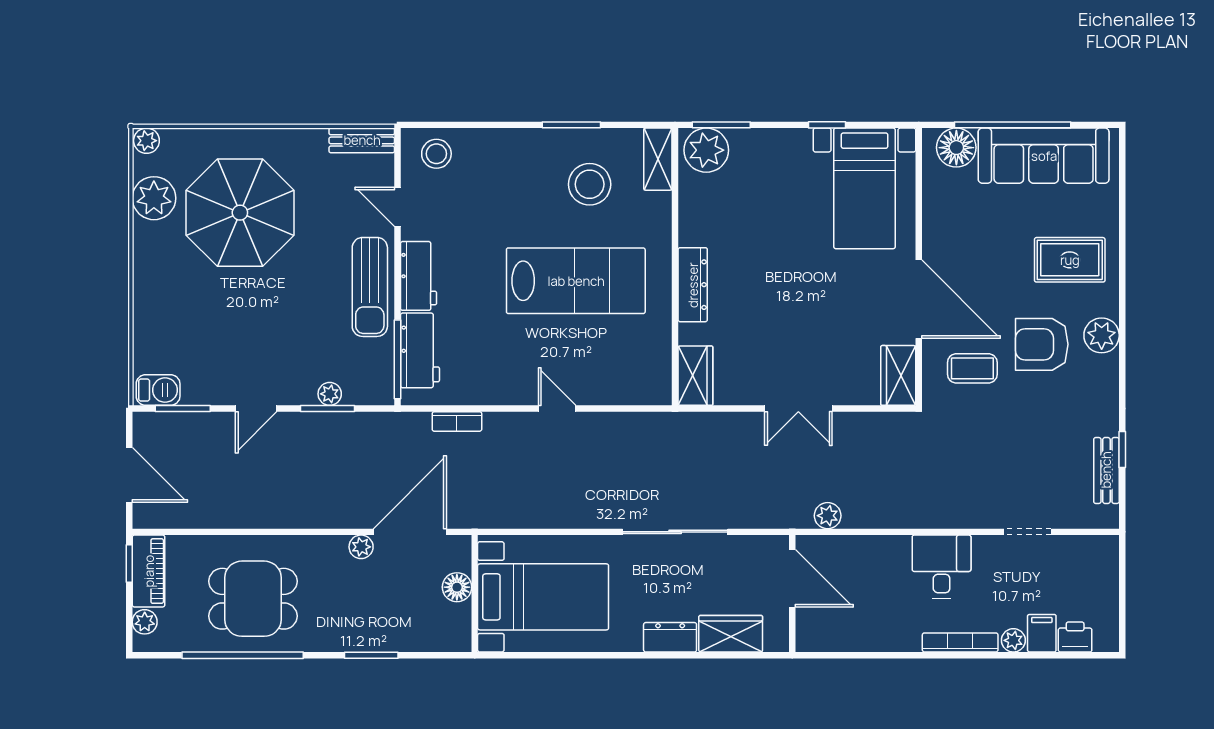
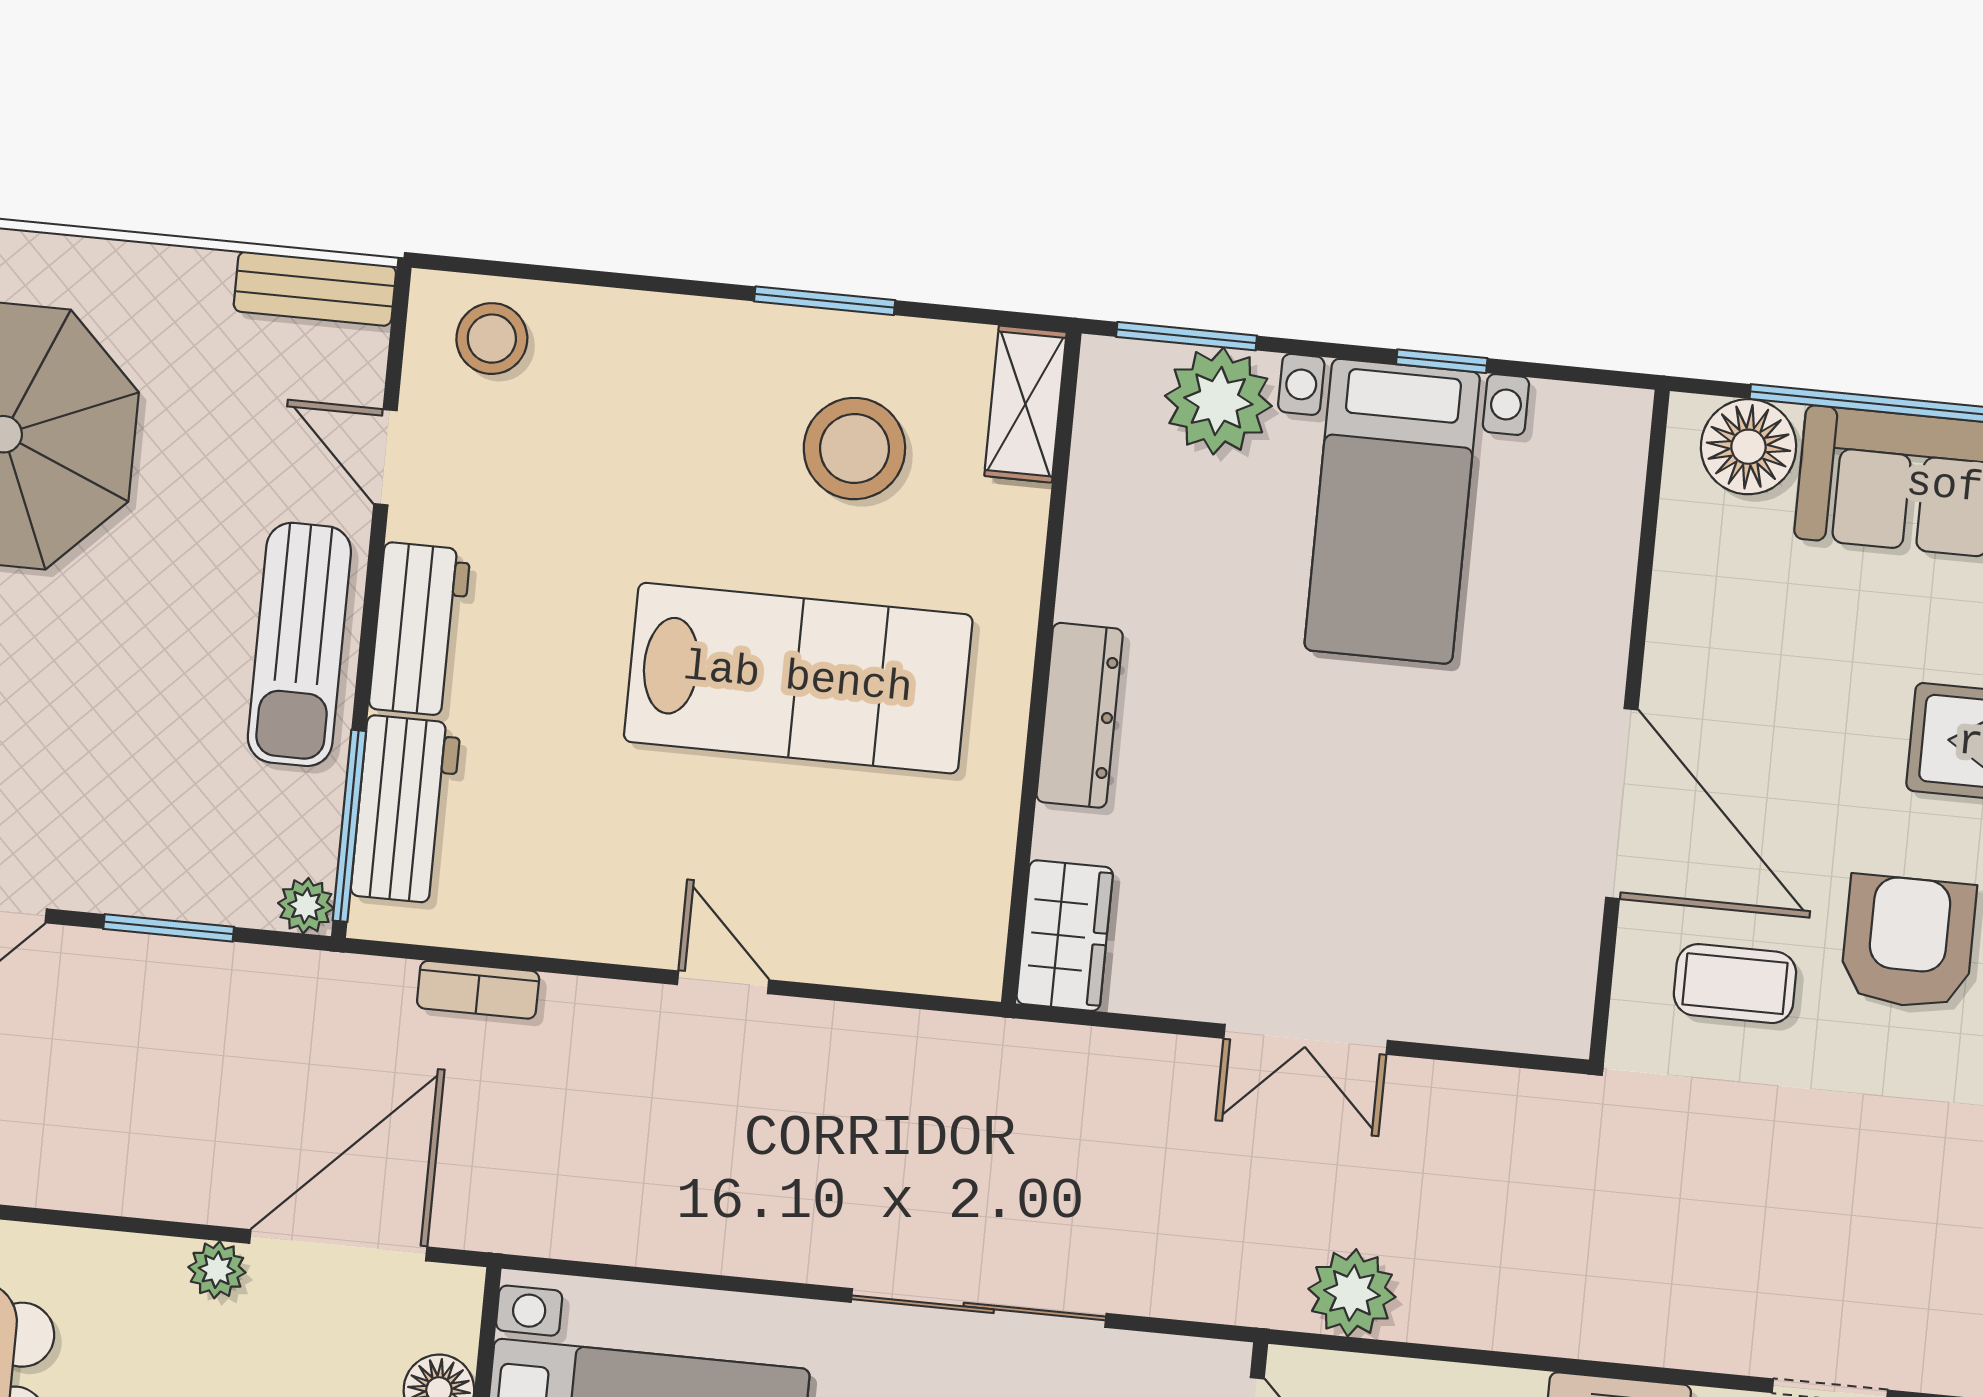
plant: (706, 150) -> (1218, 401), moved
bed with nightstands: (865, 188) -> (1392, 511), moved
armchair: (1042, 344) -> (1908, 942), turned 90
wardrobe: (898, 375) -> (1554, 983), removed
plant: (330, 394) -> (306, 906), moved
plant: (828, 516) -> (1352, 1293), width x1.38, depth x1.38

